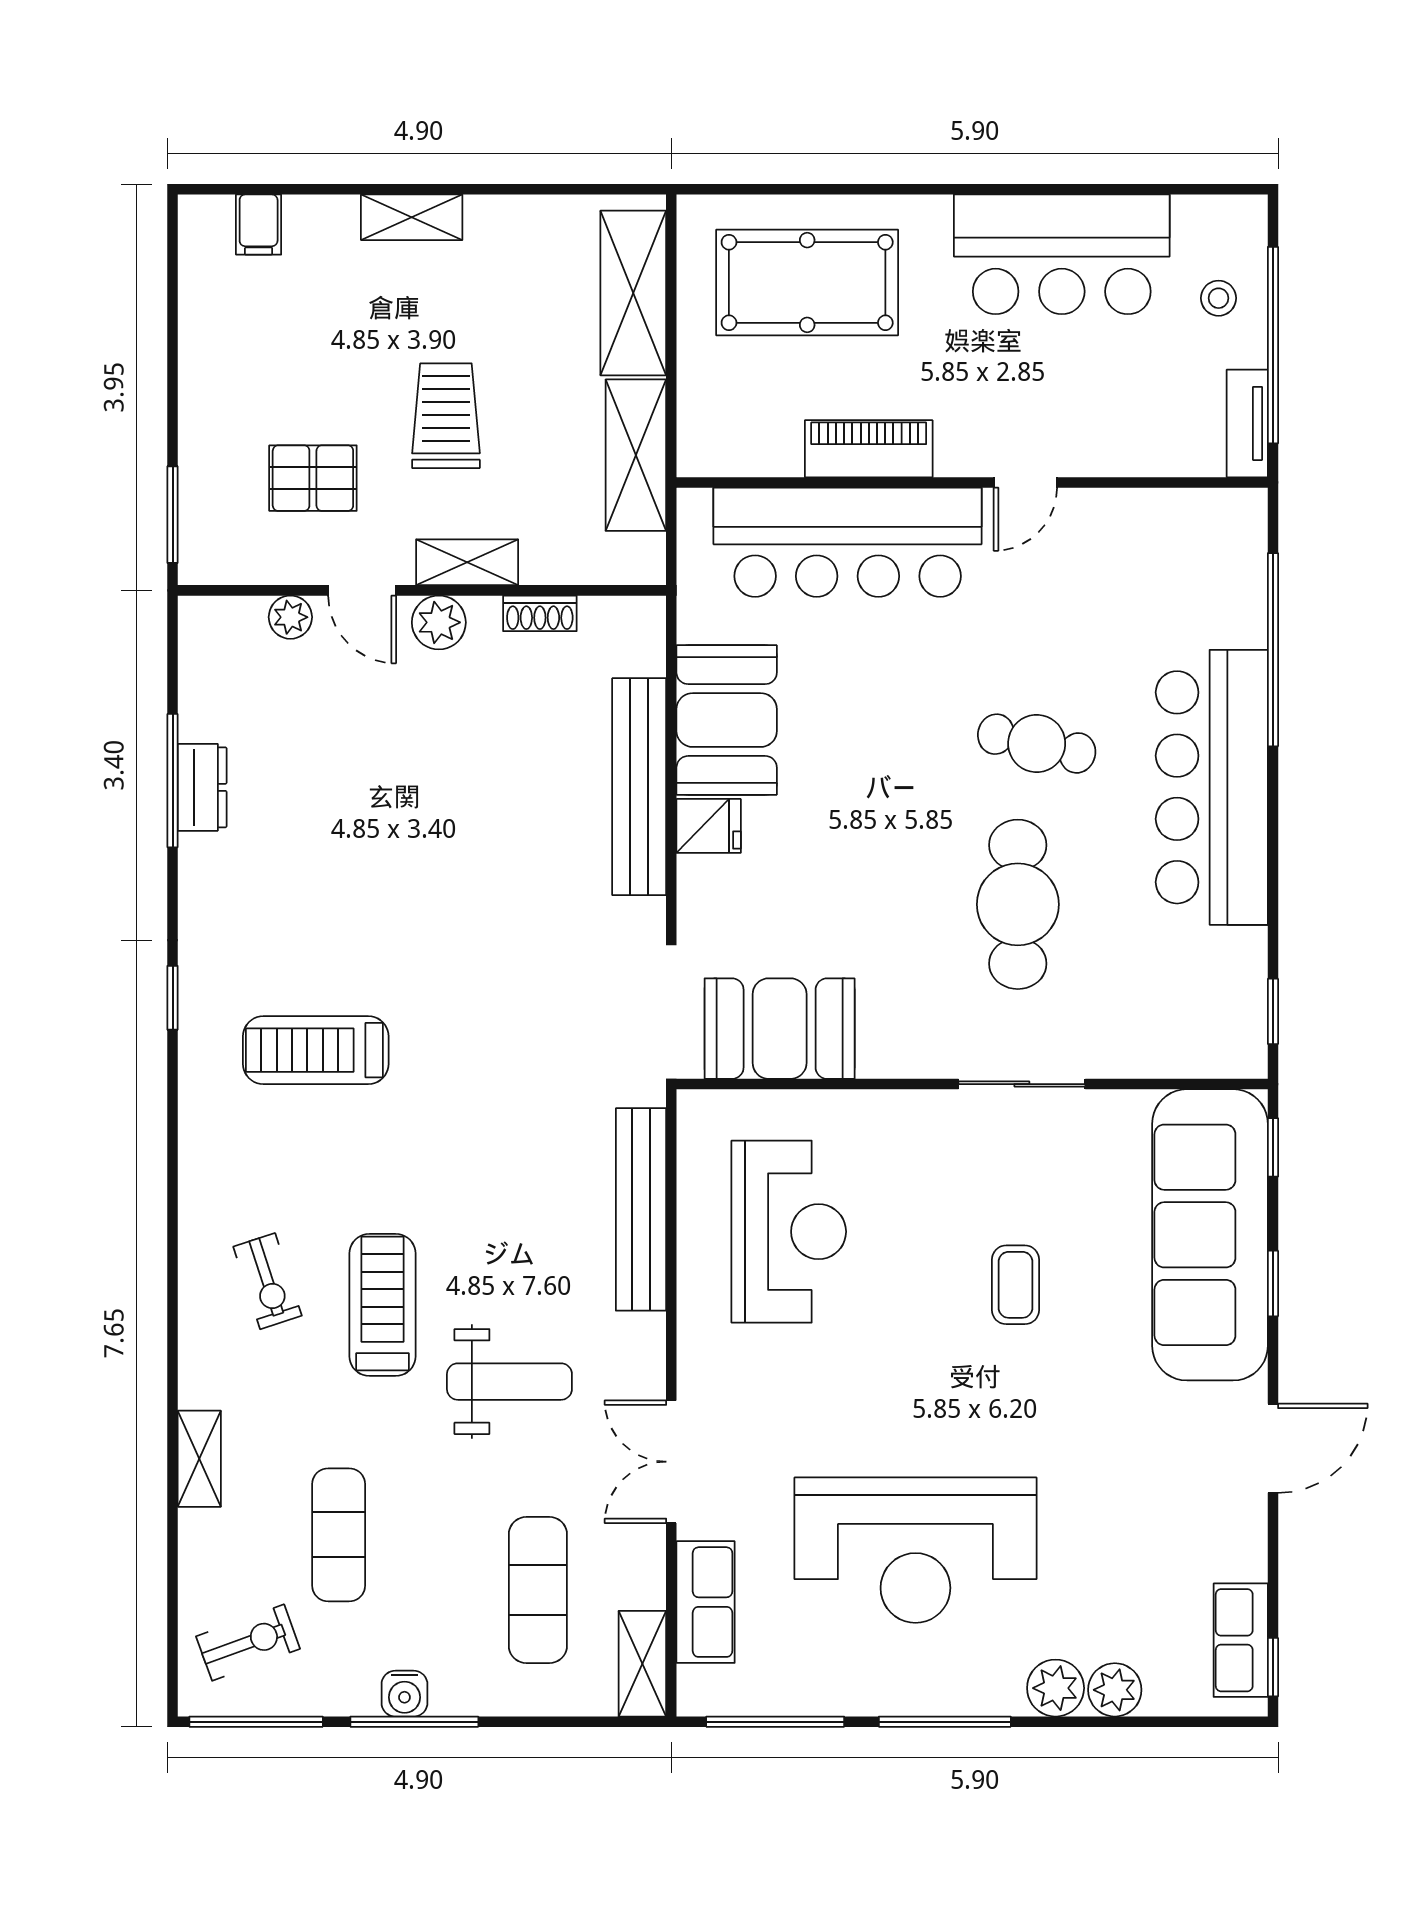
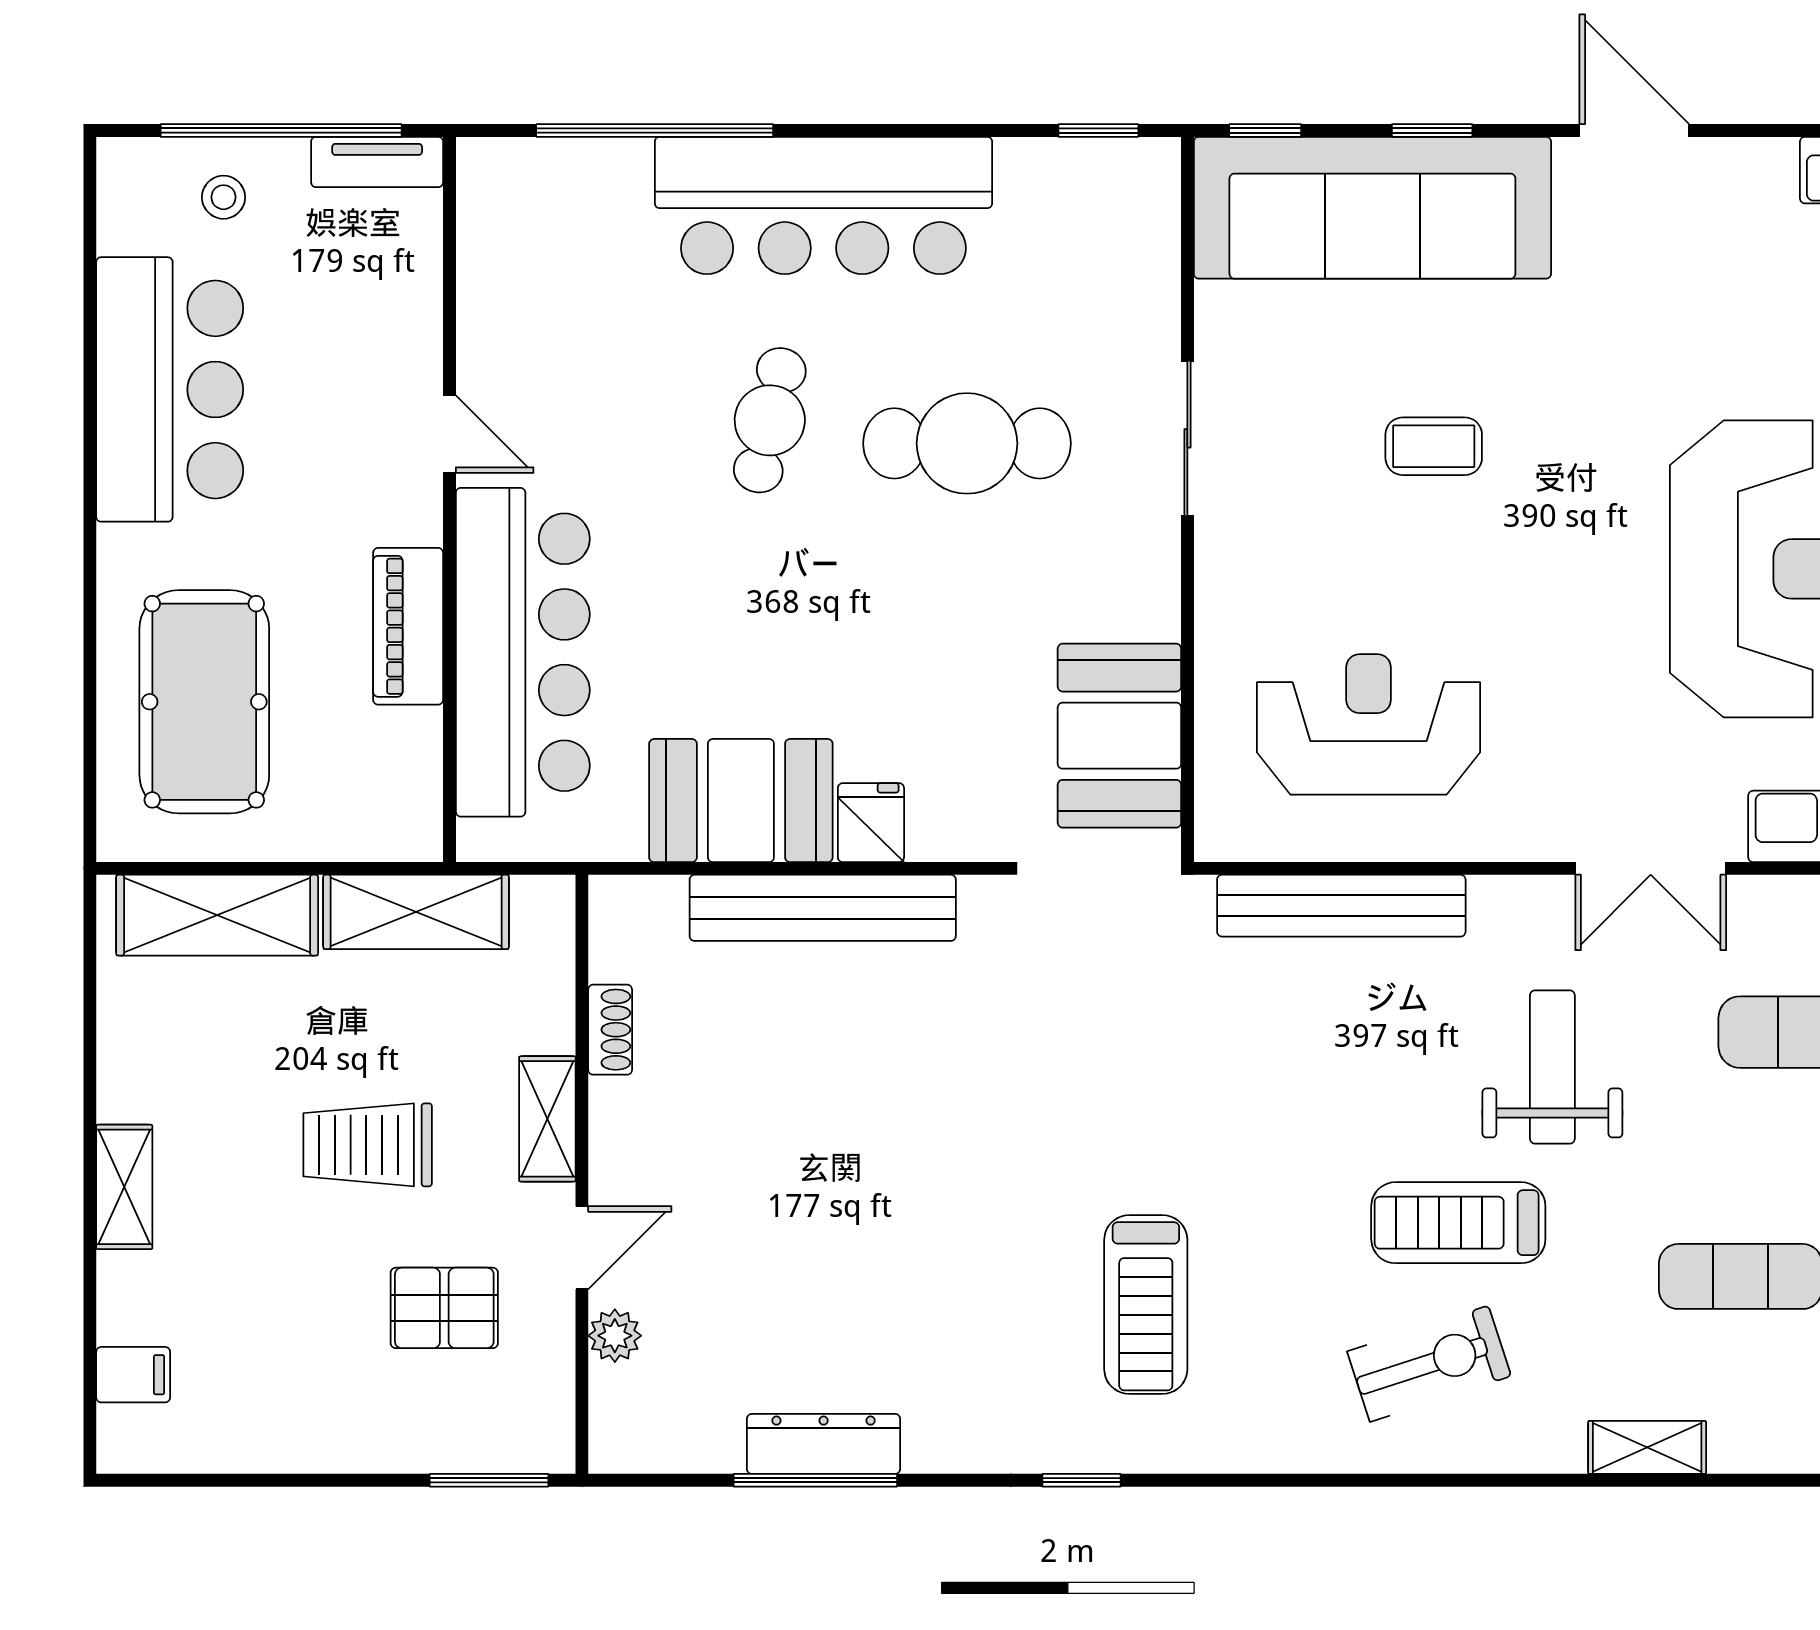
pallet: (313, 478) -> (444, 1308), turned 90
plant: (439, 622) -> (621, 1154), removed
dresser: (202, 787) -> (824, 1444), width x1.44
exercise bike: (268, 1281) -> (1429, 1364), width x1.38, depth x1.39

